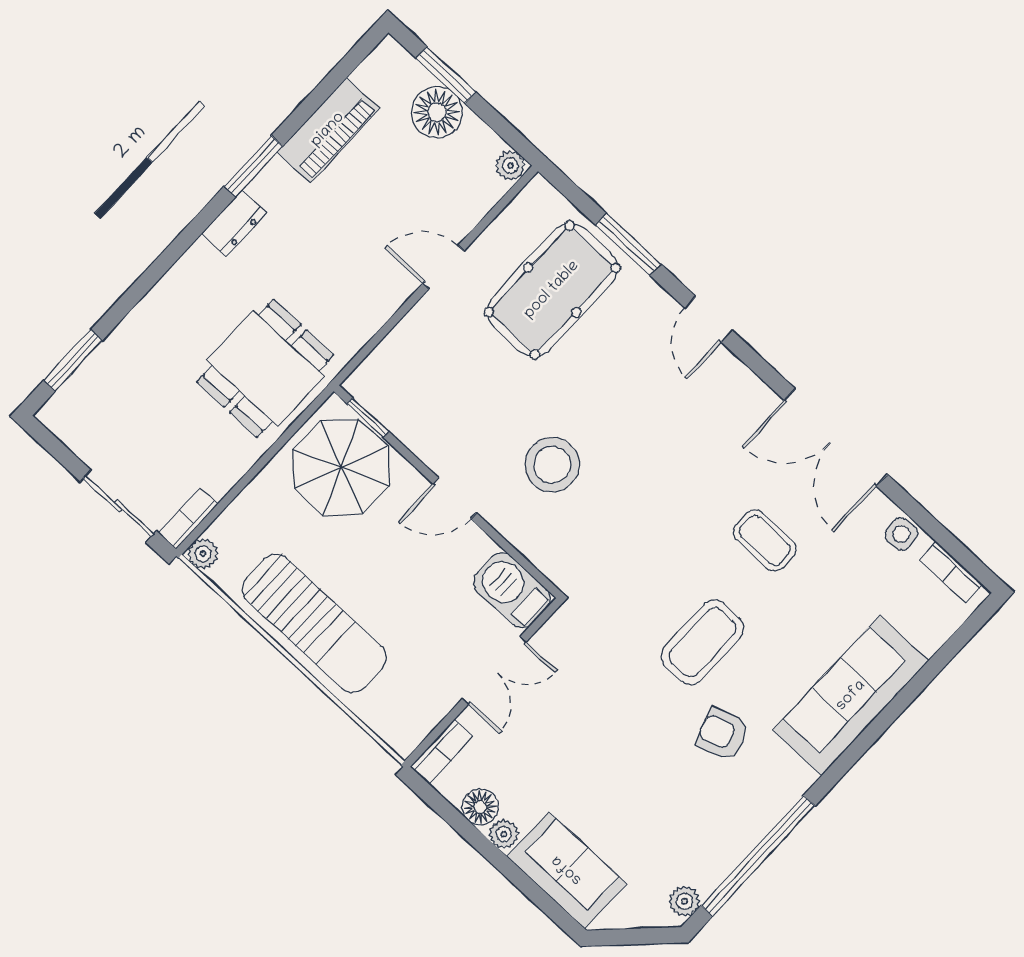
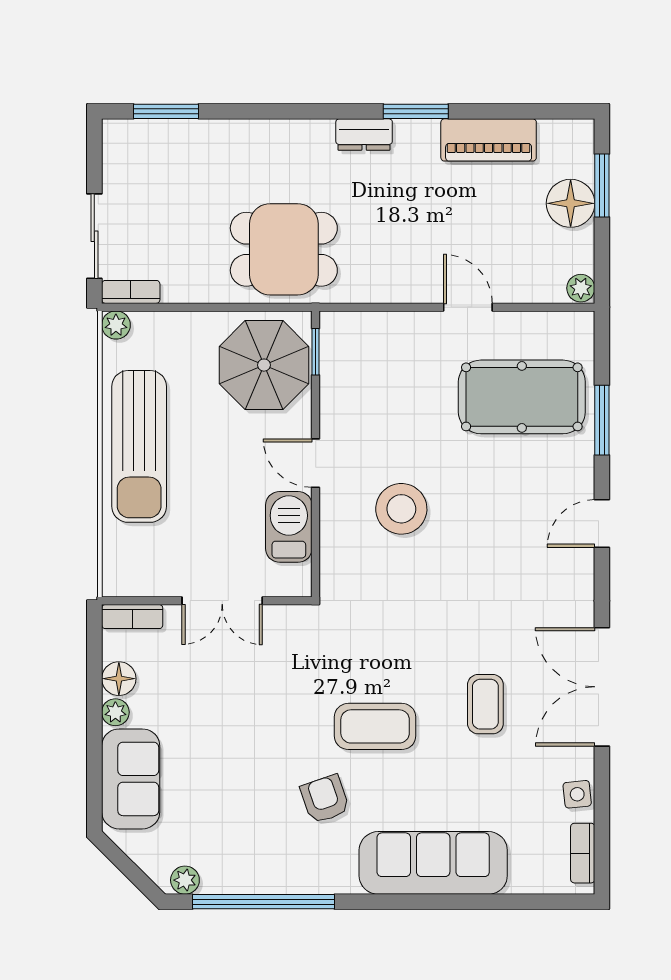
barbecue: (512, 590) -> (289, 527), moved

